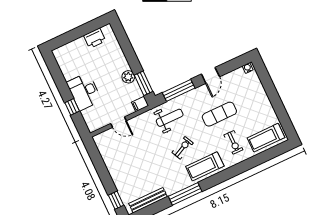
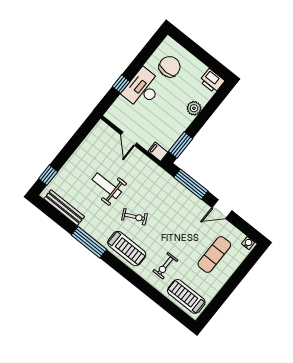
printer: (95, 38) -> (212, 81), moved
chair: (77, 62) -> (170, 67), added
plant: (128, 77) -> (194, 108), moved
exercise mat: (219, 114) -> (214, 254), moved, turned 90
weight bench: (170, 118) -> (107, 186), moved, turned 180
treadmill: (205, 166) -> (127, 249), turned 180

